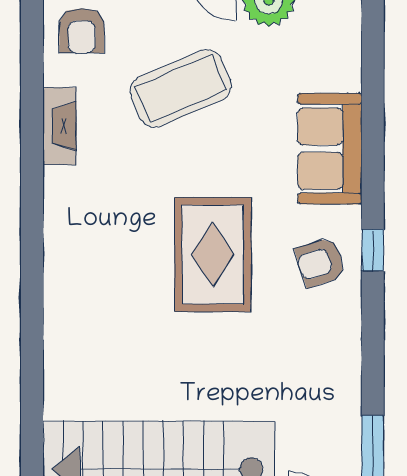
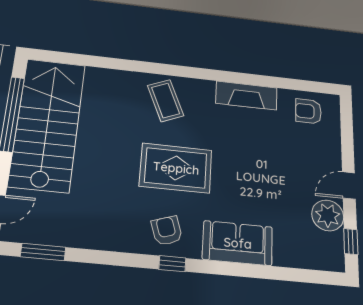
coffee table: (181, 88) -> (166, 101), moved, width x0.73, depth x0.76
fireplace: (59, 126) -> (246, 96), width x1.37, depth x1.32

